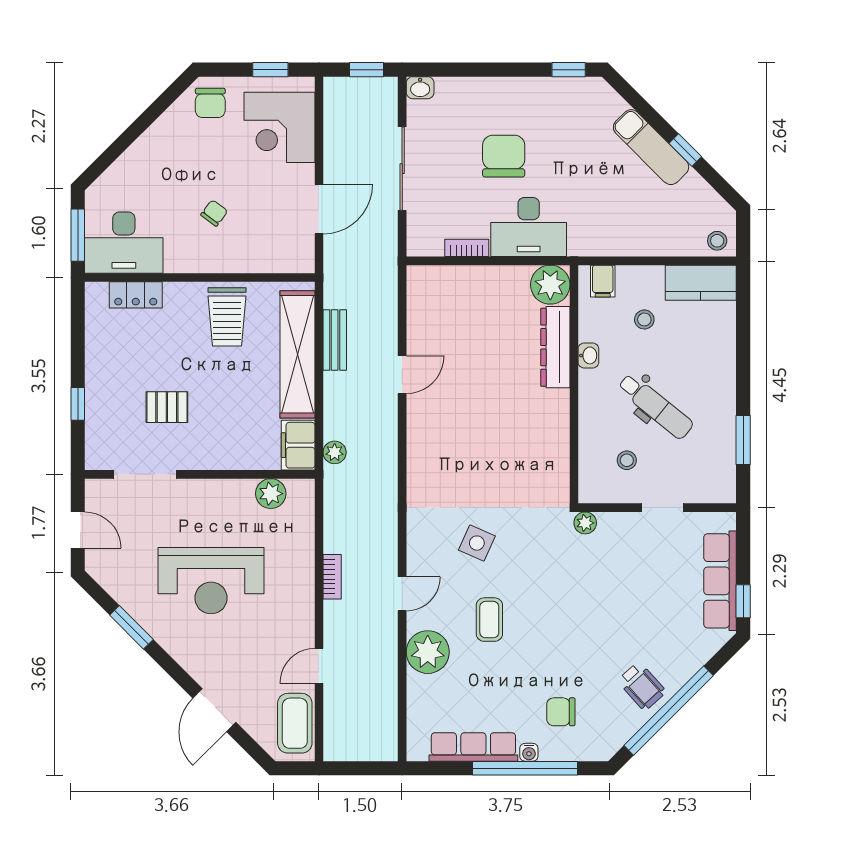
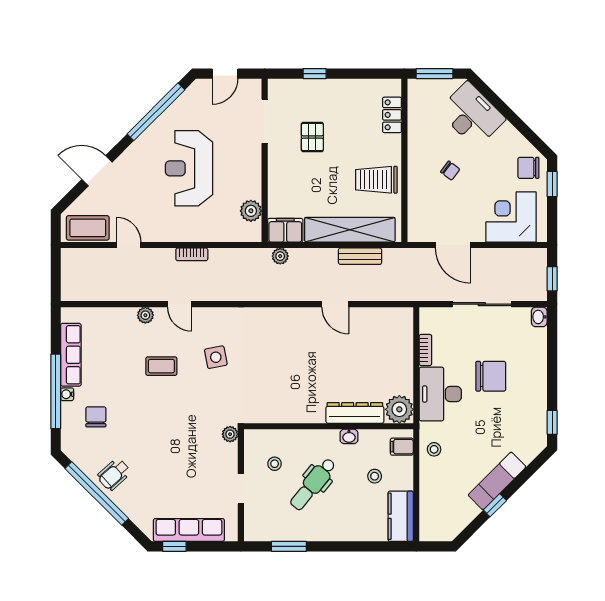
window: (270, 70) -> (552, 184), moved
stool: (717, 241) -> (434, 449), moved
desk: (124, 243) -> (472, 115), moved, turned 135
side table: (477, 543) -> (216, 357), turned -35
window: (131, 627) -> (156, 112), width x2.11
plant: (428, 652) -> (145, 315), width x0.53, depth x0.53

